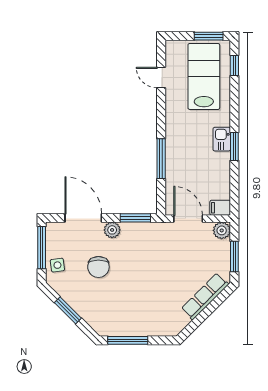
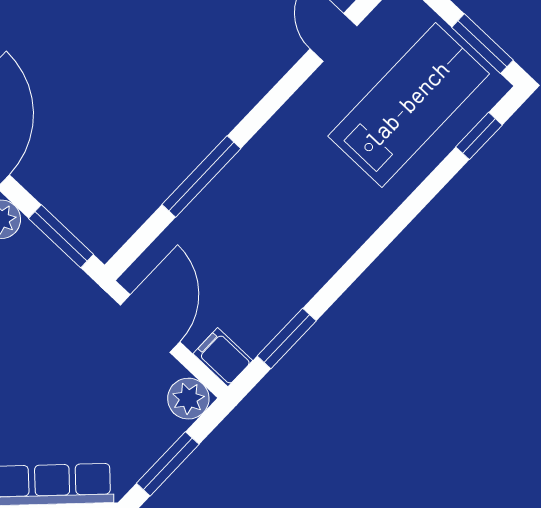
kitchen sink: (222, 139) -> (337, 242), removed
window: (234, 146) -> (287, 338), moved

